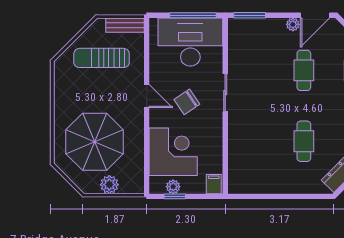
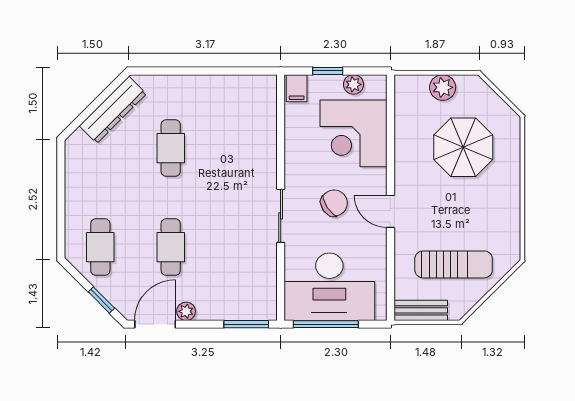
parasol: (95, 142) -> (463, 147), width x0.73, depth x0.73
window: (175, 196) -> (328, 71), moved

